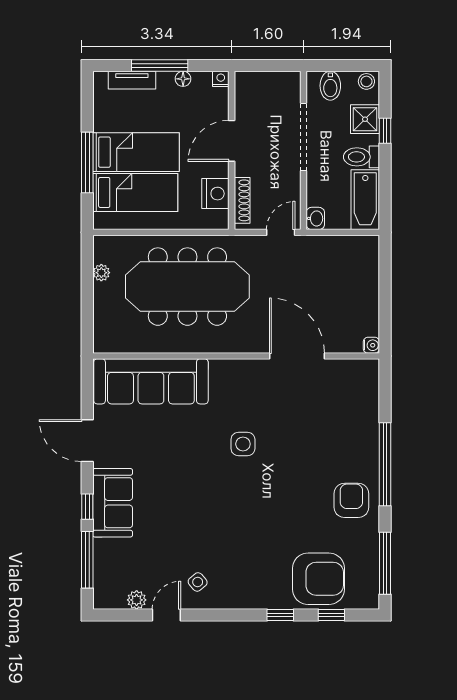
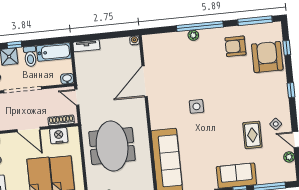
tv unit: (370, 259) -> (86, 46), added
meeting table: (187, 287) -> (112, 146), width x0.73
plant: (370, 451) -> (193, 35), added
armchair: (351, 500) -> (235, 46), moved
rug: (182, 538) -> (252, 135), added
window: (280, 615) -> (291, 90), moved

